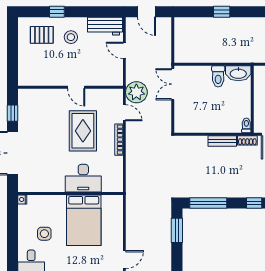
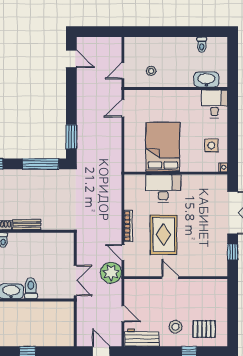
side table: (44, 234) -> (211, 145), moved

